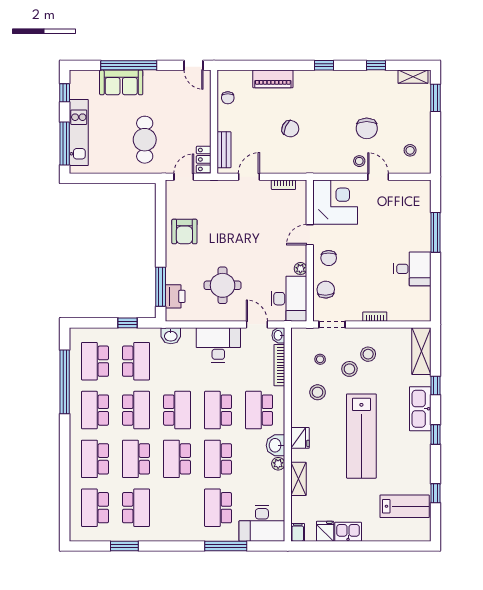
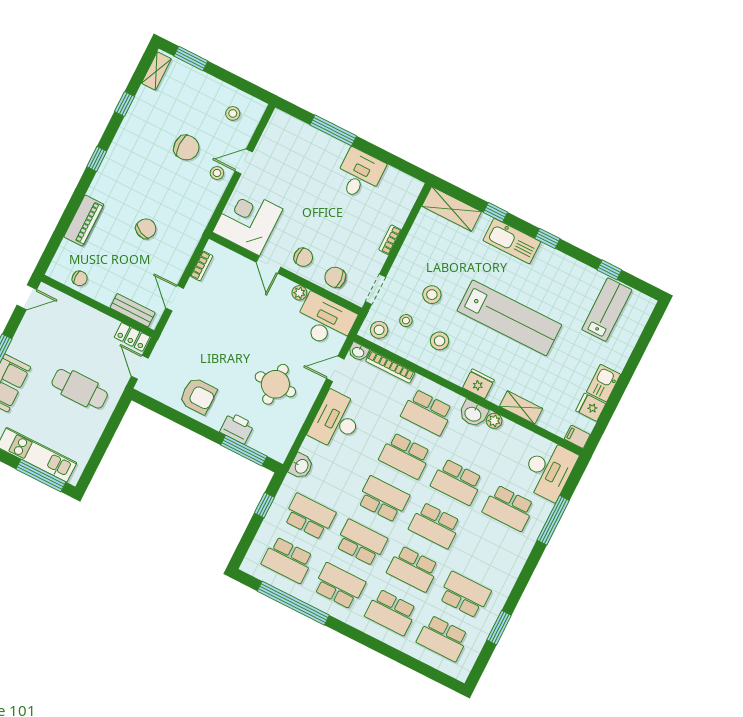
printer: (175, 296) -> (237, 428), moved
stool: (368, 354) -> (379, 330), moved
school desk: (95, 410) -> (339, 586), turned 180

